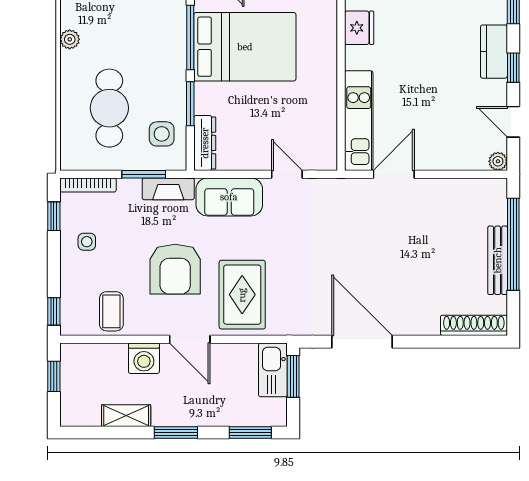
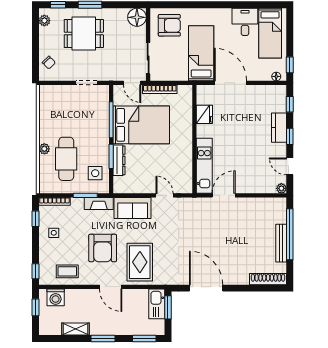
plant: (70, 39) -> (44, 149), moved
dresser: (205, 143) -> (119, 160), moved
coffee table: (111, 311) -> (67, 271), turned 90
washing machine: (144, 358) -> (56, 297), moved

